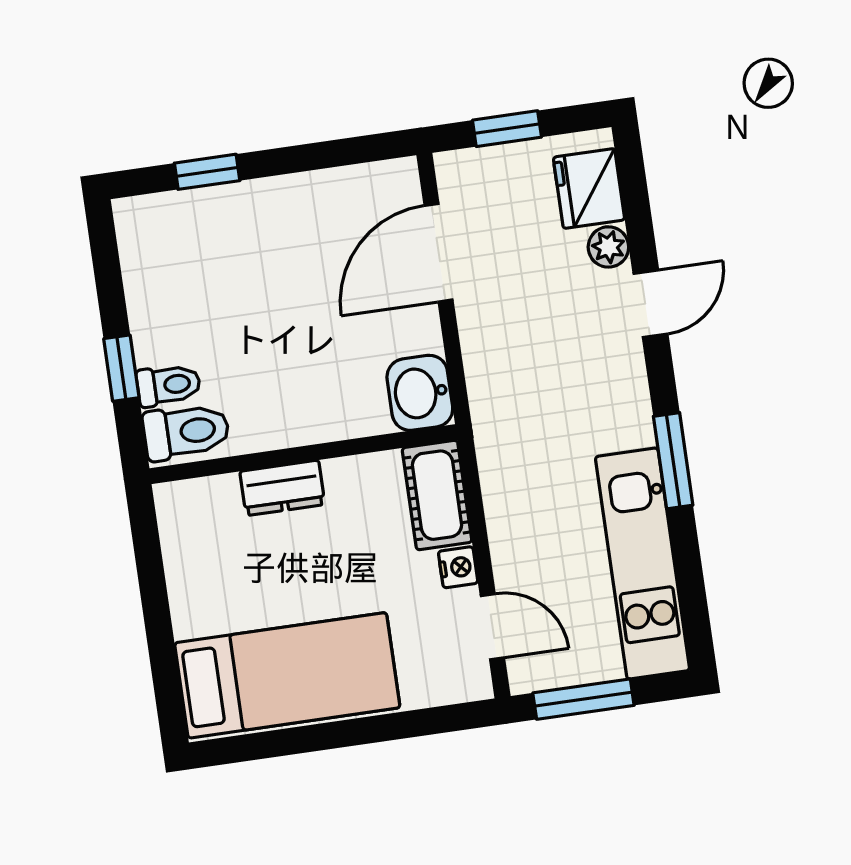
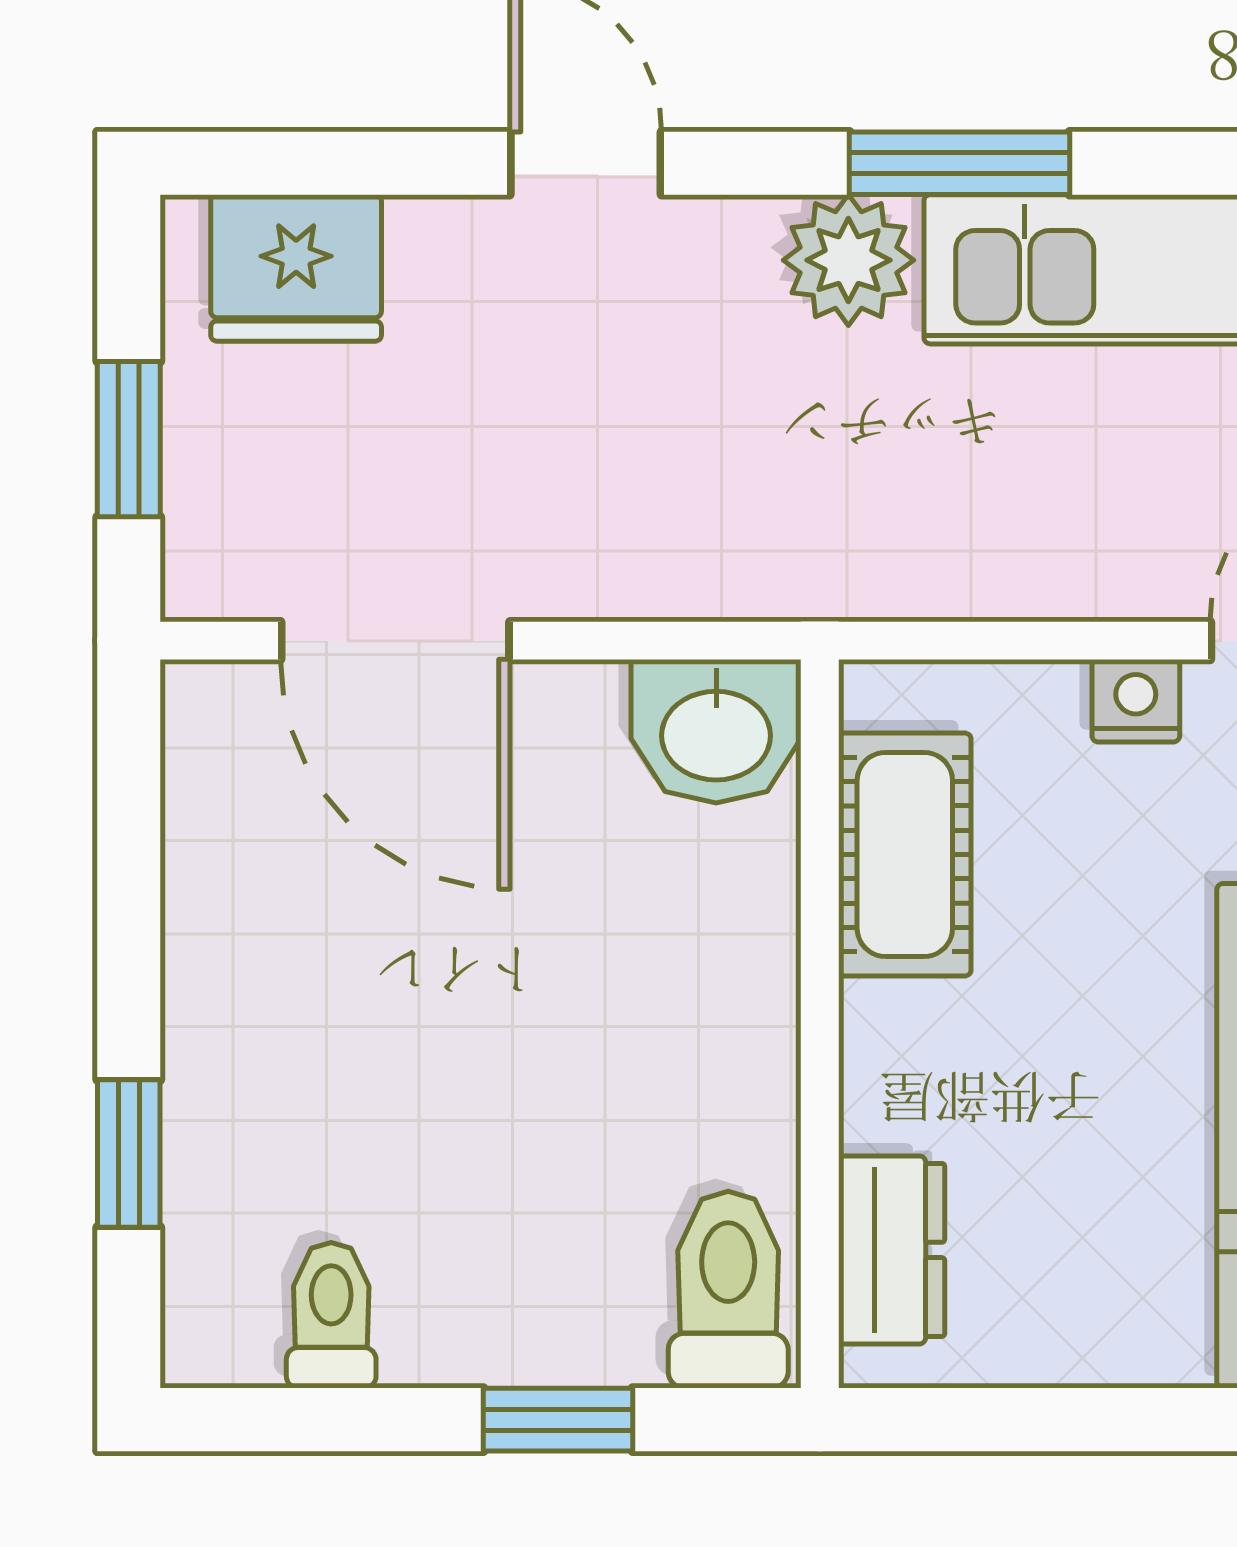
plant: (608, 247) -> (848, 260), moved, width x1.38, depth x1.38
toilet: (168, 385) -> (331, 1315), moved
dresser: (282, 488) -> (892, 1250), moved
cot: (437, 495) -> (905, 854), moved, turned 90

